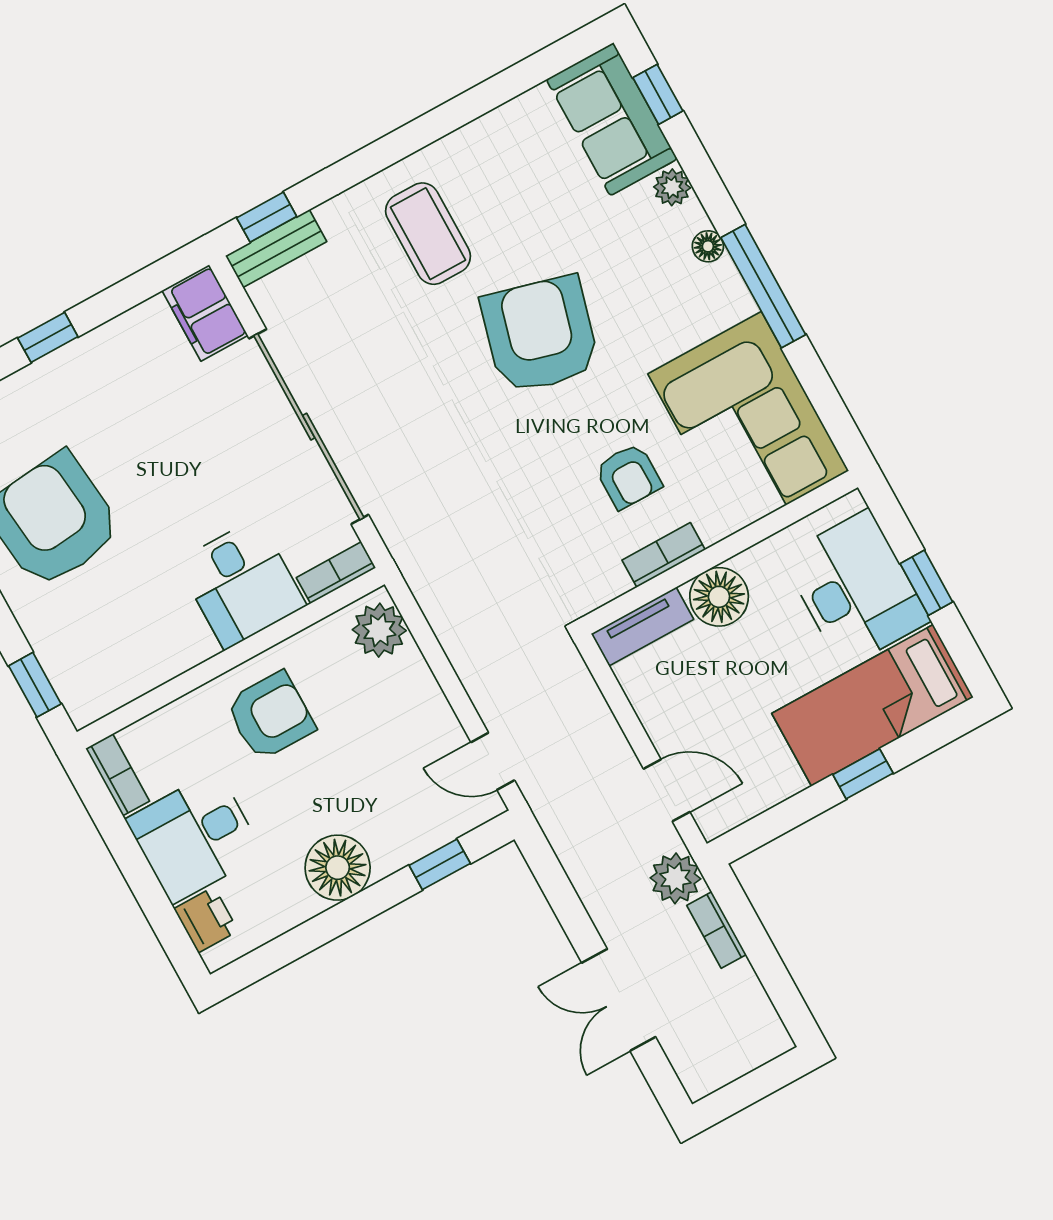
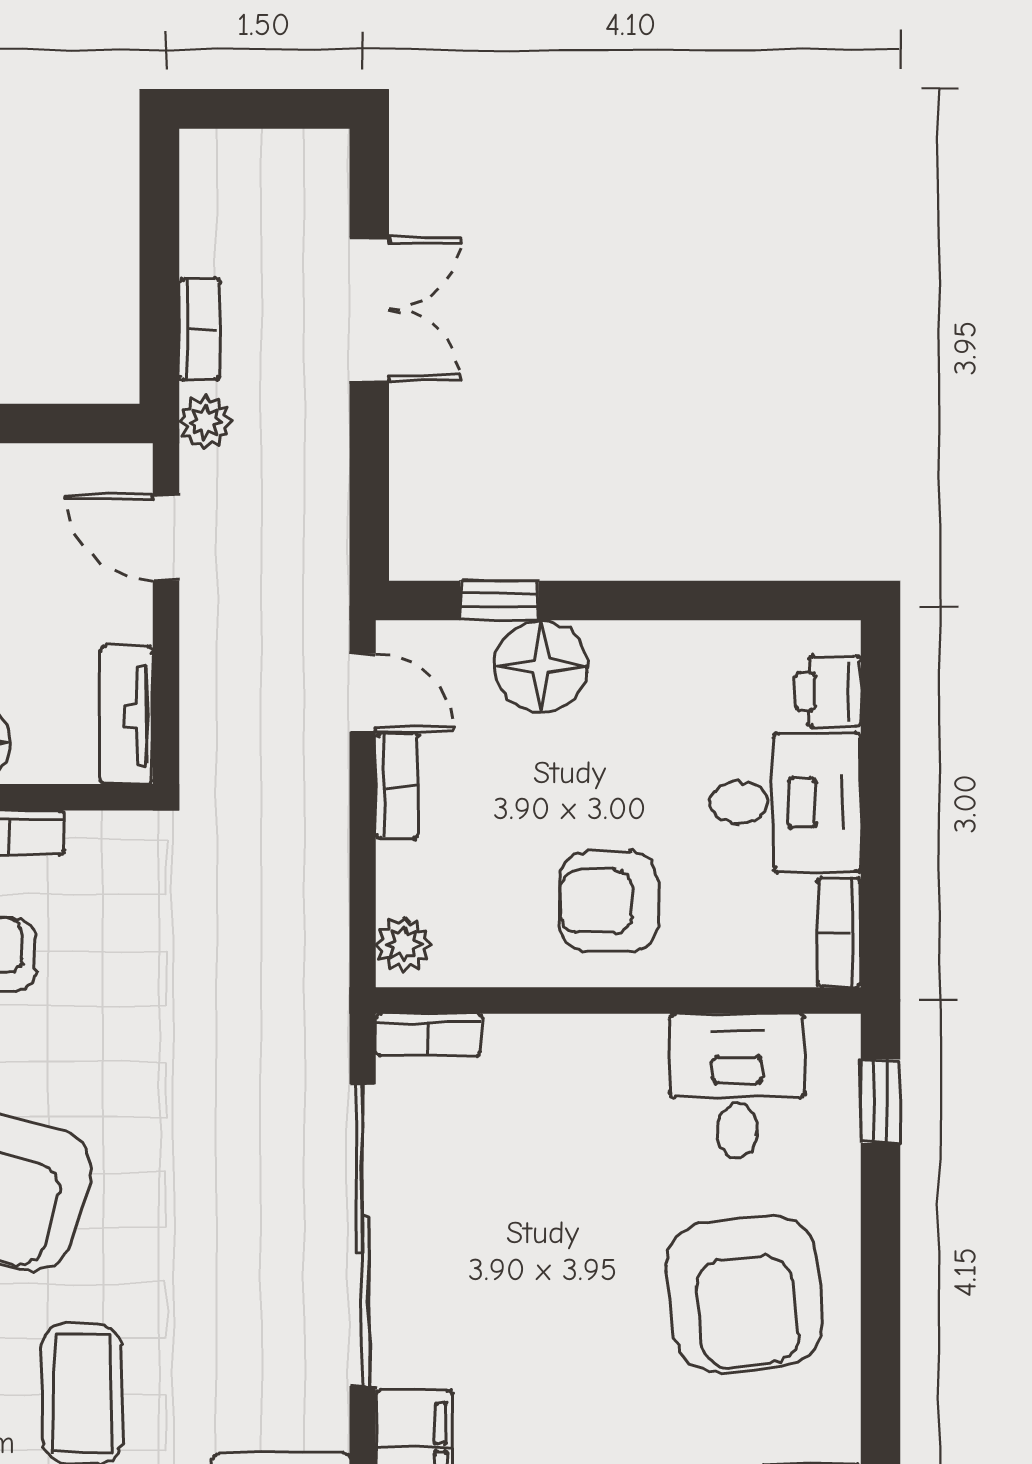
desk: (241, 584) -> (737, 1086), moved
tv unit: (642, 627) -> (127, 715), moved, turned -90
plant: (379, 630) -> (404, 944), width x0.73, depth x0.73
bookcase: (440, 715) -> (397, 786), added
floor lamp: (338, 868) -> (541, 666), moved
plant: (675, 878) -> (205, 422), width x0.73, depth x0.73

